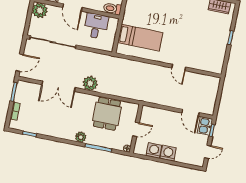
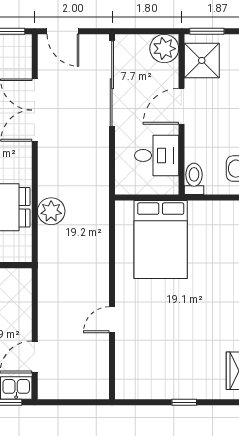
bed: (140, 38) -> (161, 240), width x1.50
plant: (90, 83) -> (51, 211), moved

